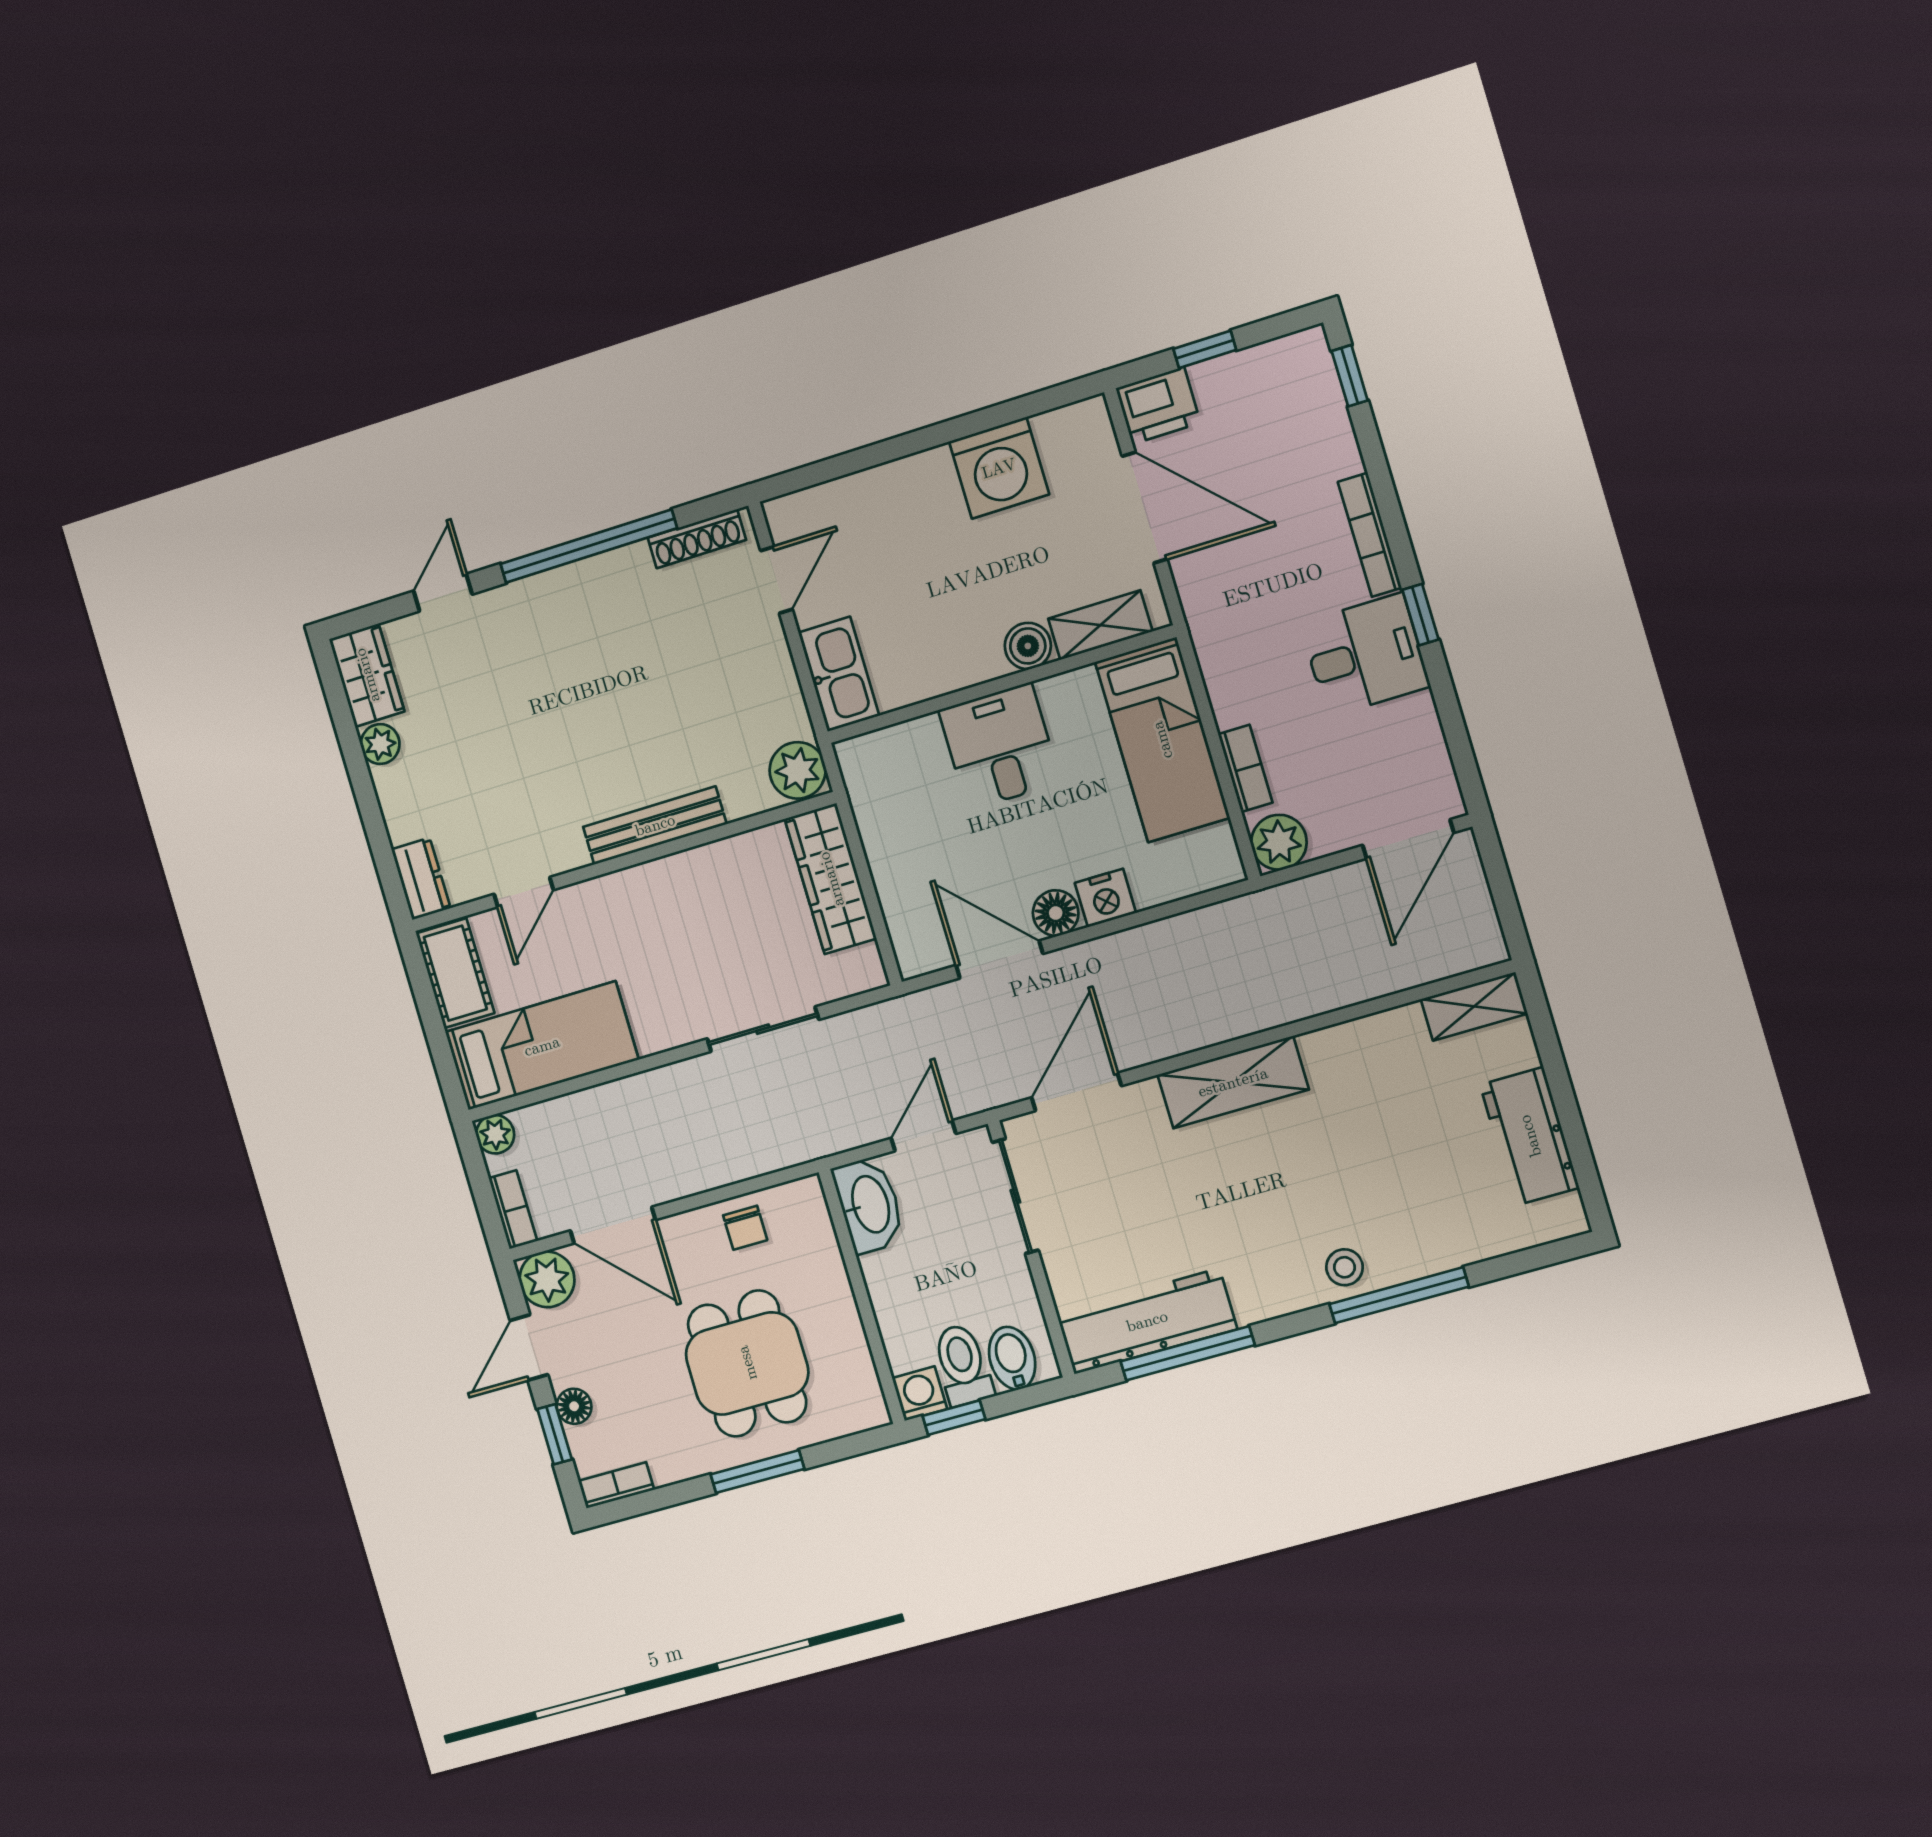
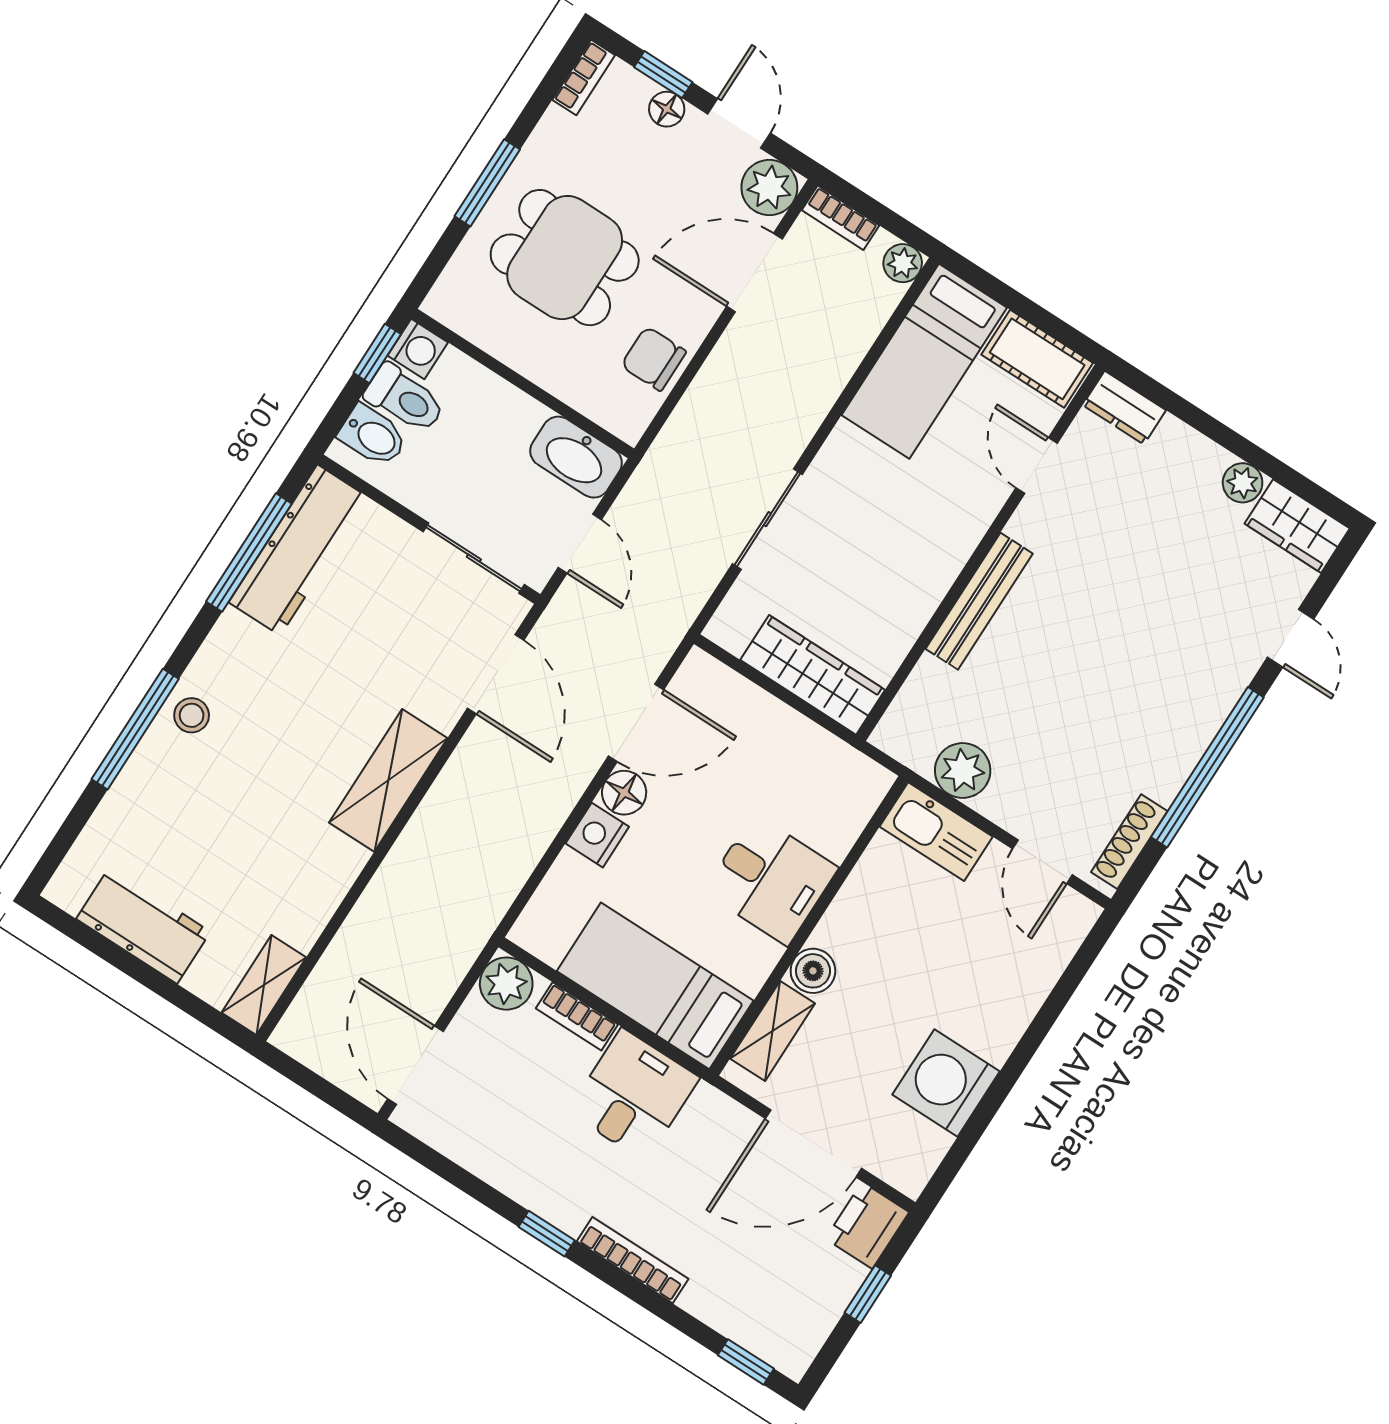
desk: (1365, 655) -> (634, 1095), moved, turned 180
plant: (798, 770) -> (963, 770), moved
chair: (745, 1228) -> (653, 359), width x1.37, depth x1.37

